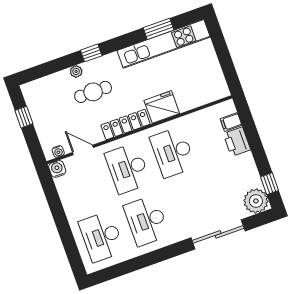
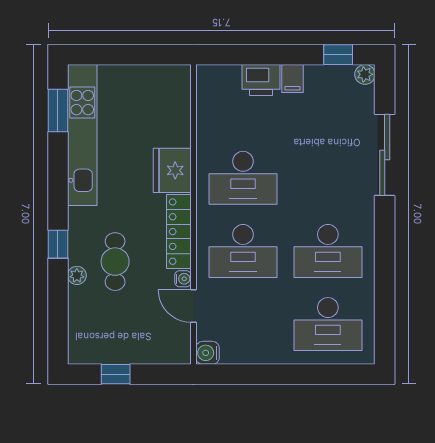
window: (159, 29) -> (58, 110), moved
filing cabinet: (231, 122) -> (292, 78), moved
door: (83, 150) -> (193, 306), hinge flipped
water cooler: (58, 152) -> (183, 279), moved
plant: (256, 201) -> (365, 74), width x0.53, depth x0.53

